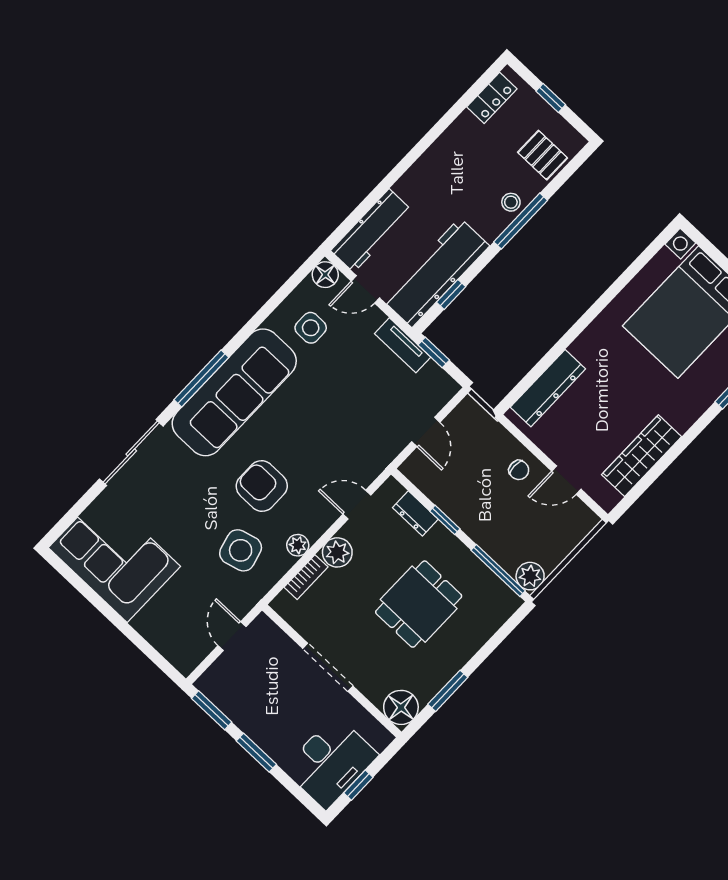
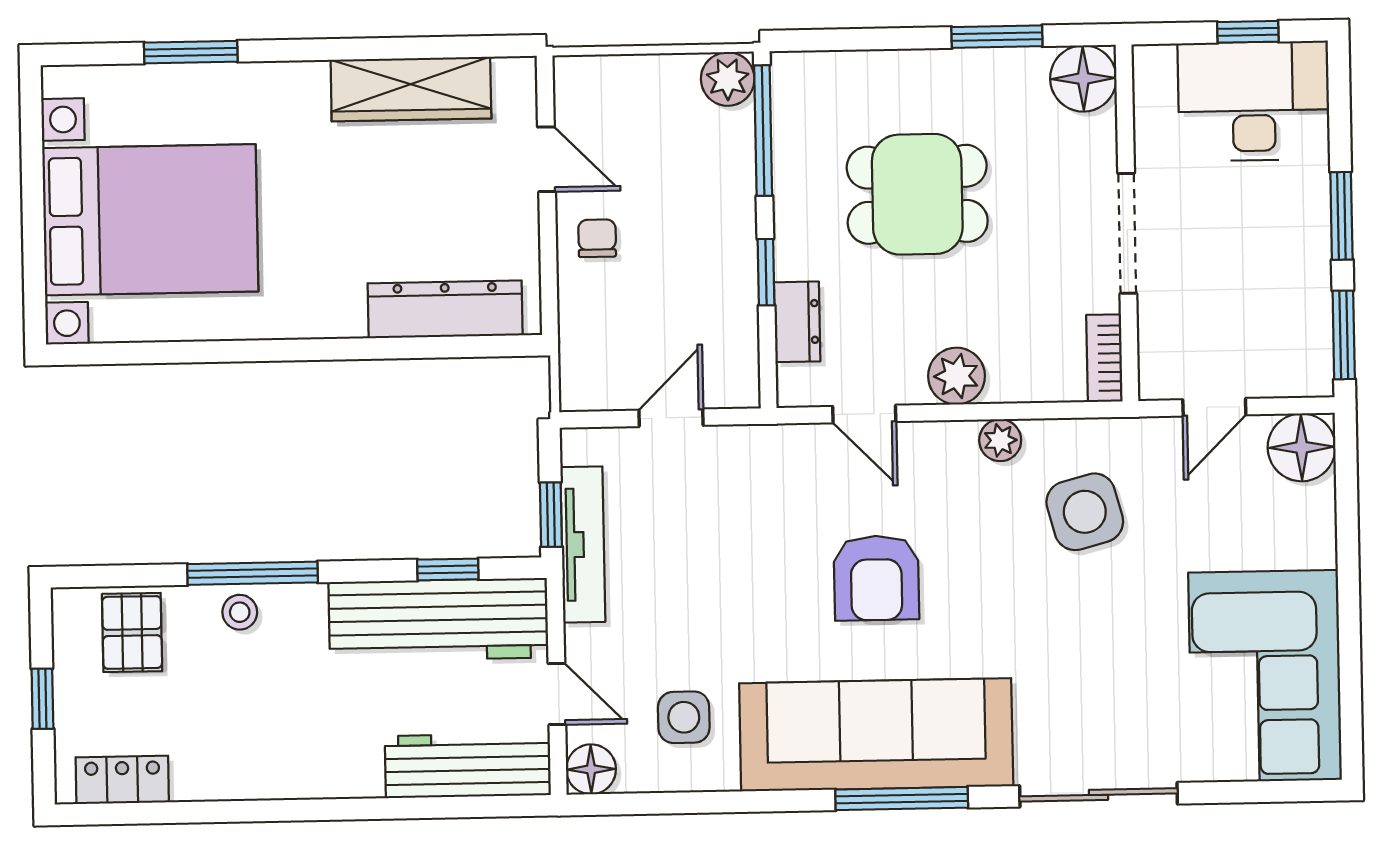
tv unit: (403, 345) -> (583, 545), width x1.41
armchair: (262, 486) -> (876, 578), moved
bookcase: (306, 577) -> (1104, 358), moved, turned -90
floor lamp: (185, 654) -> (1302, 447), added

